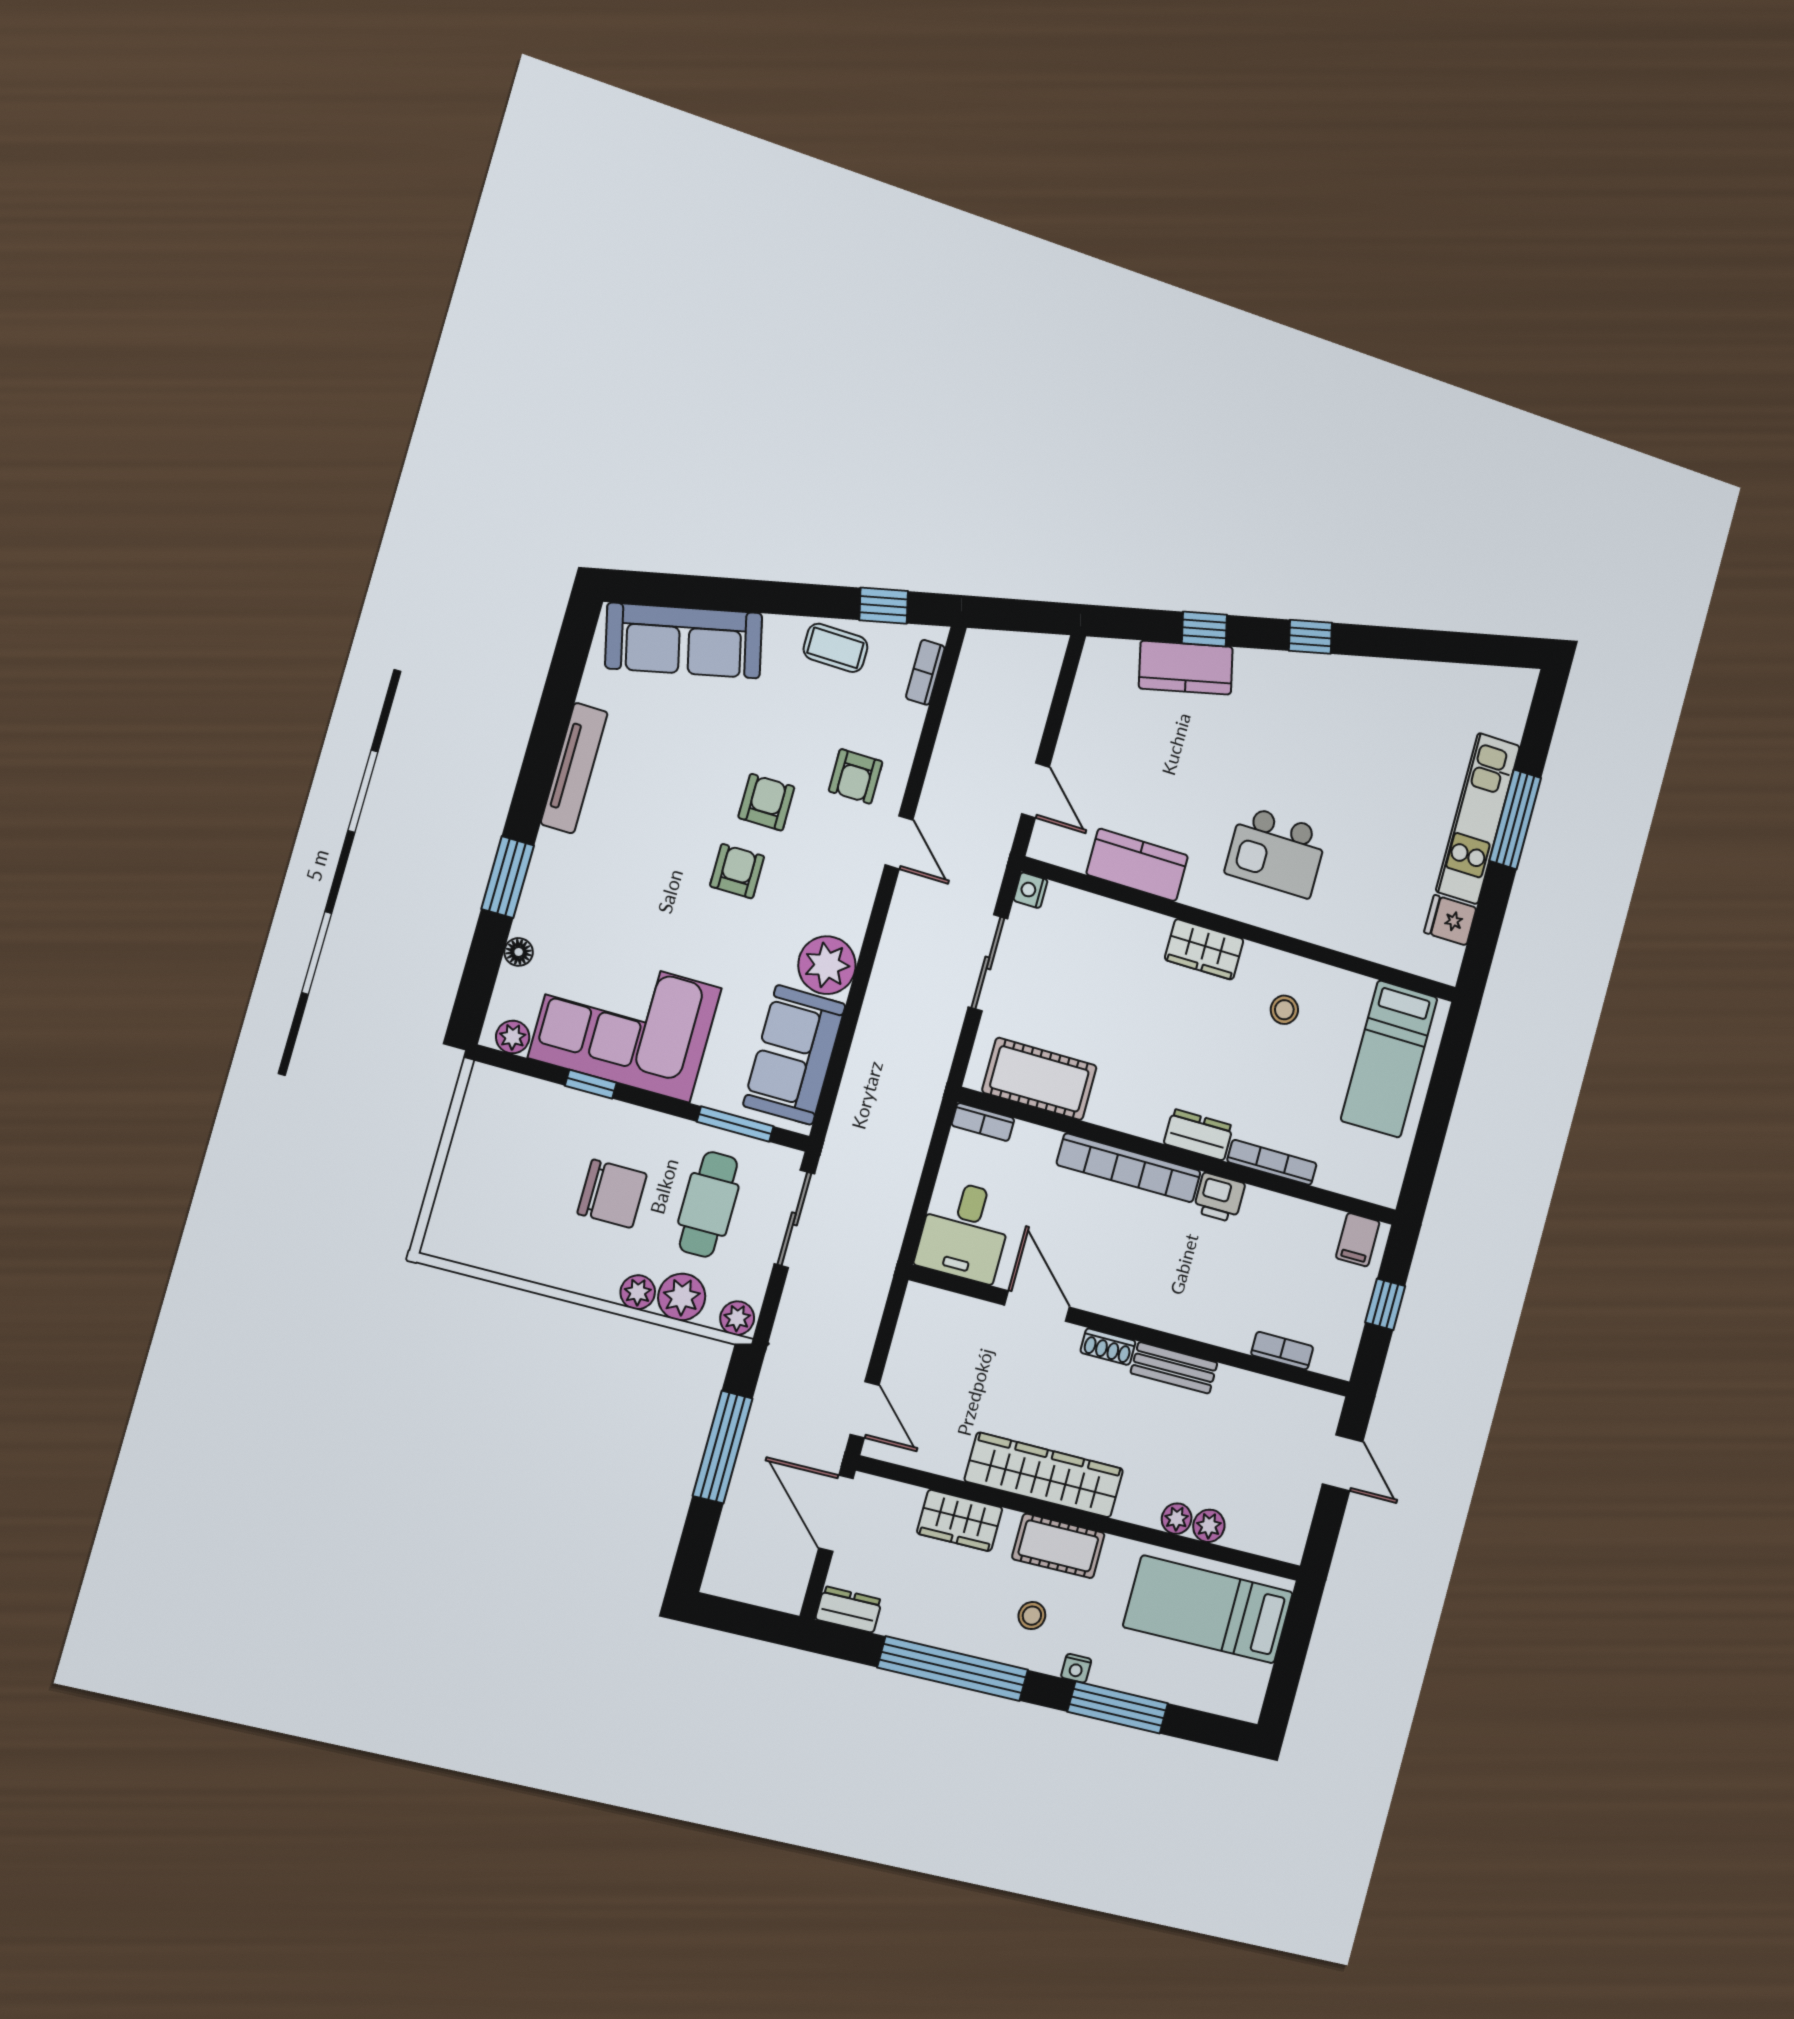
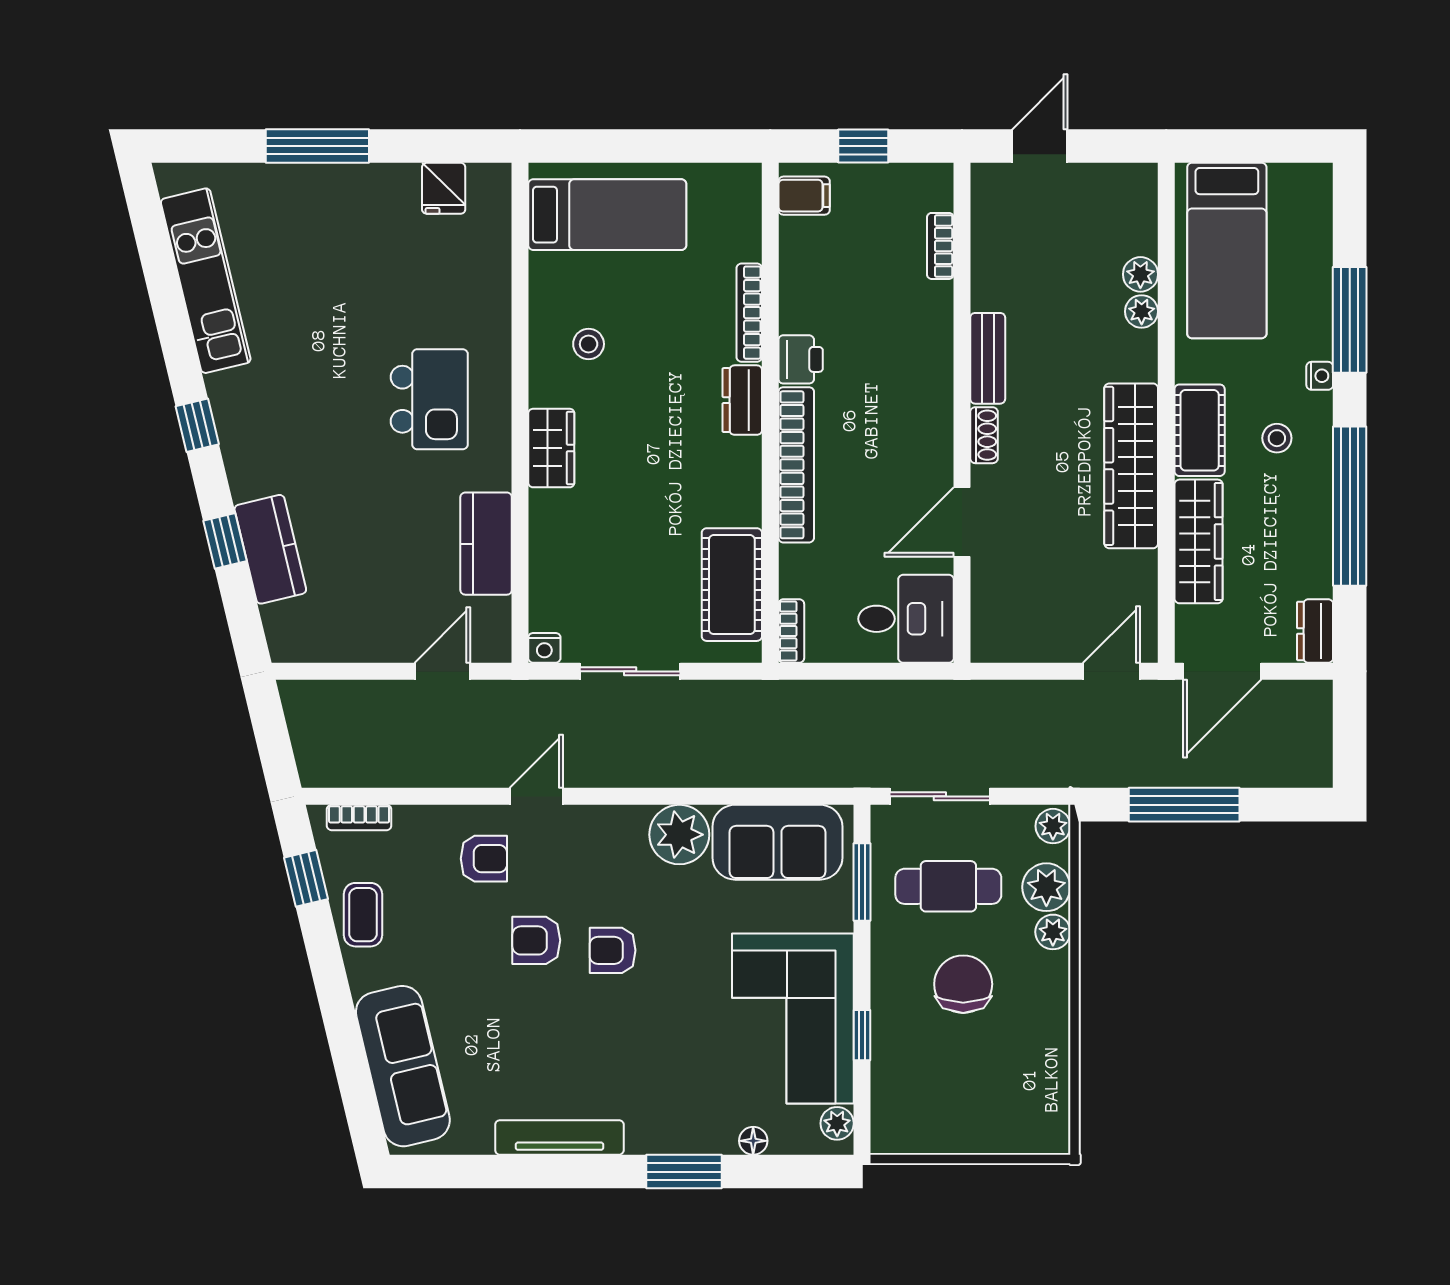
kitchen unit: (1478, 819) -> (206, 281), moved, turned -104
wardrobe: (960, 1520) -> (1199, 541), width x1.50

